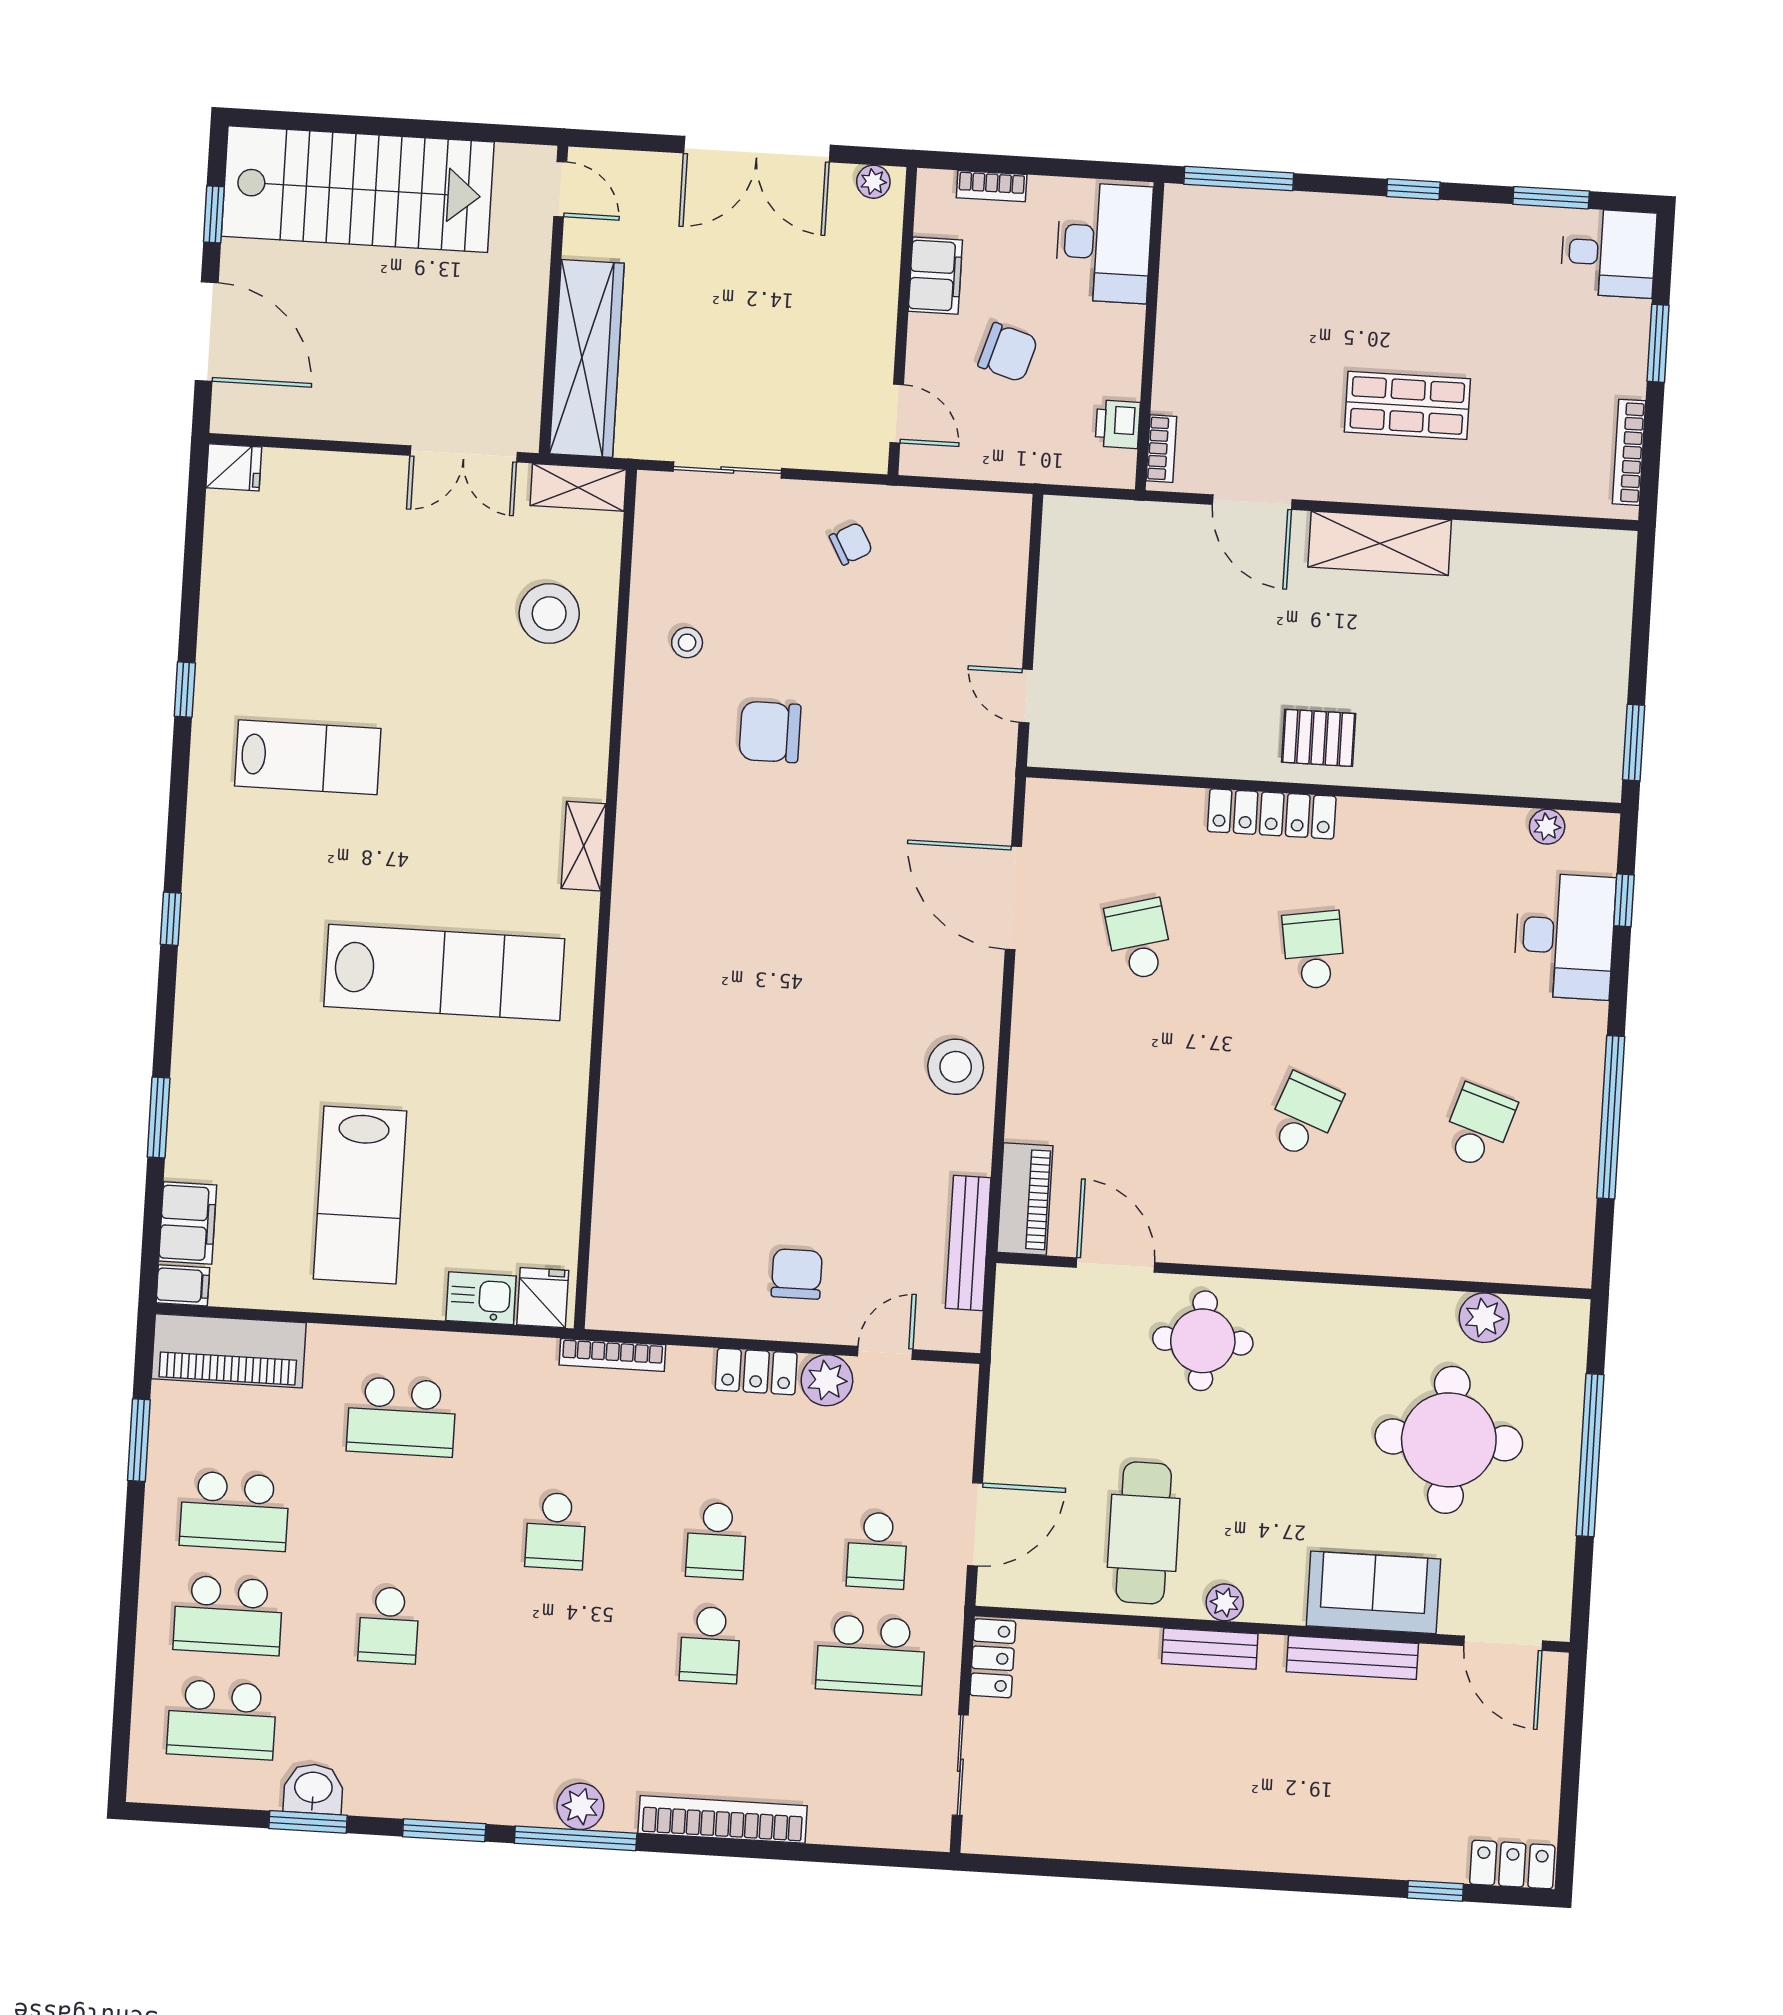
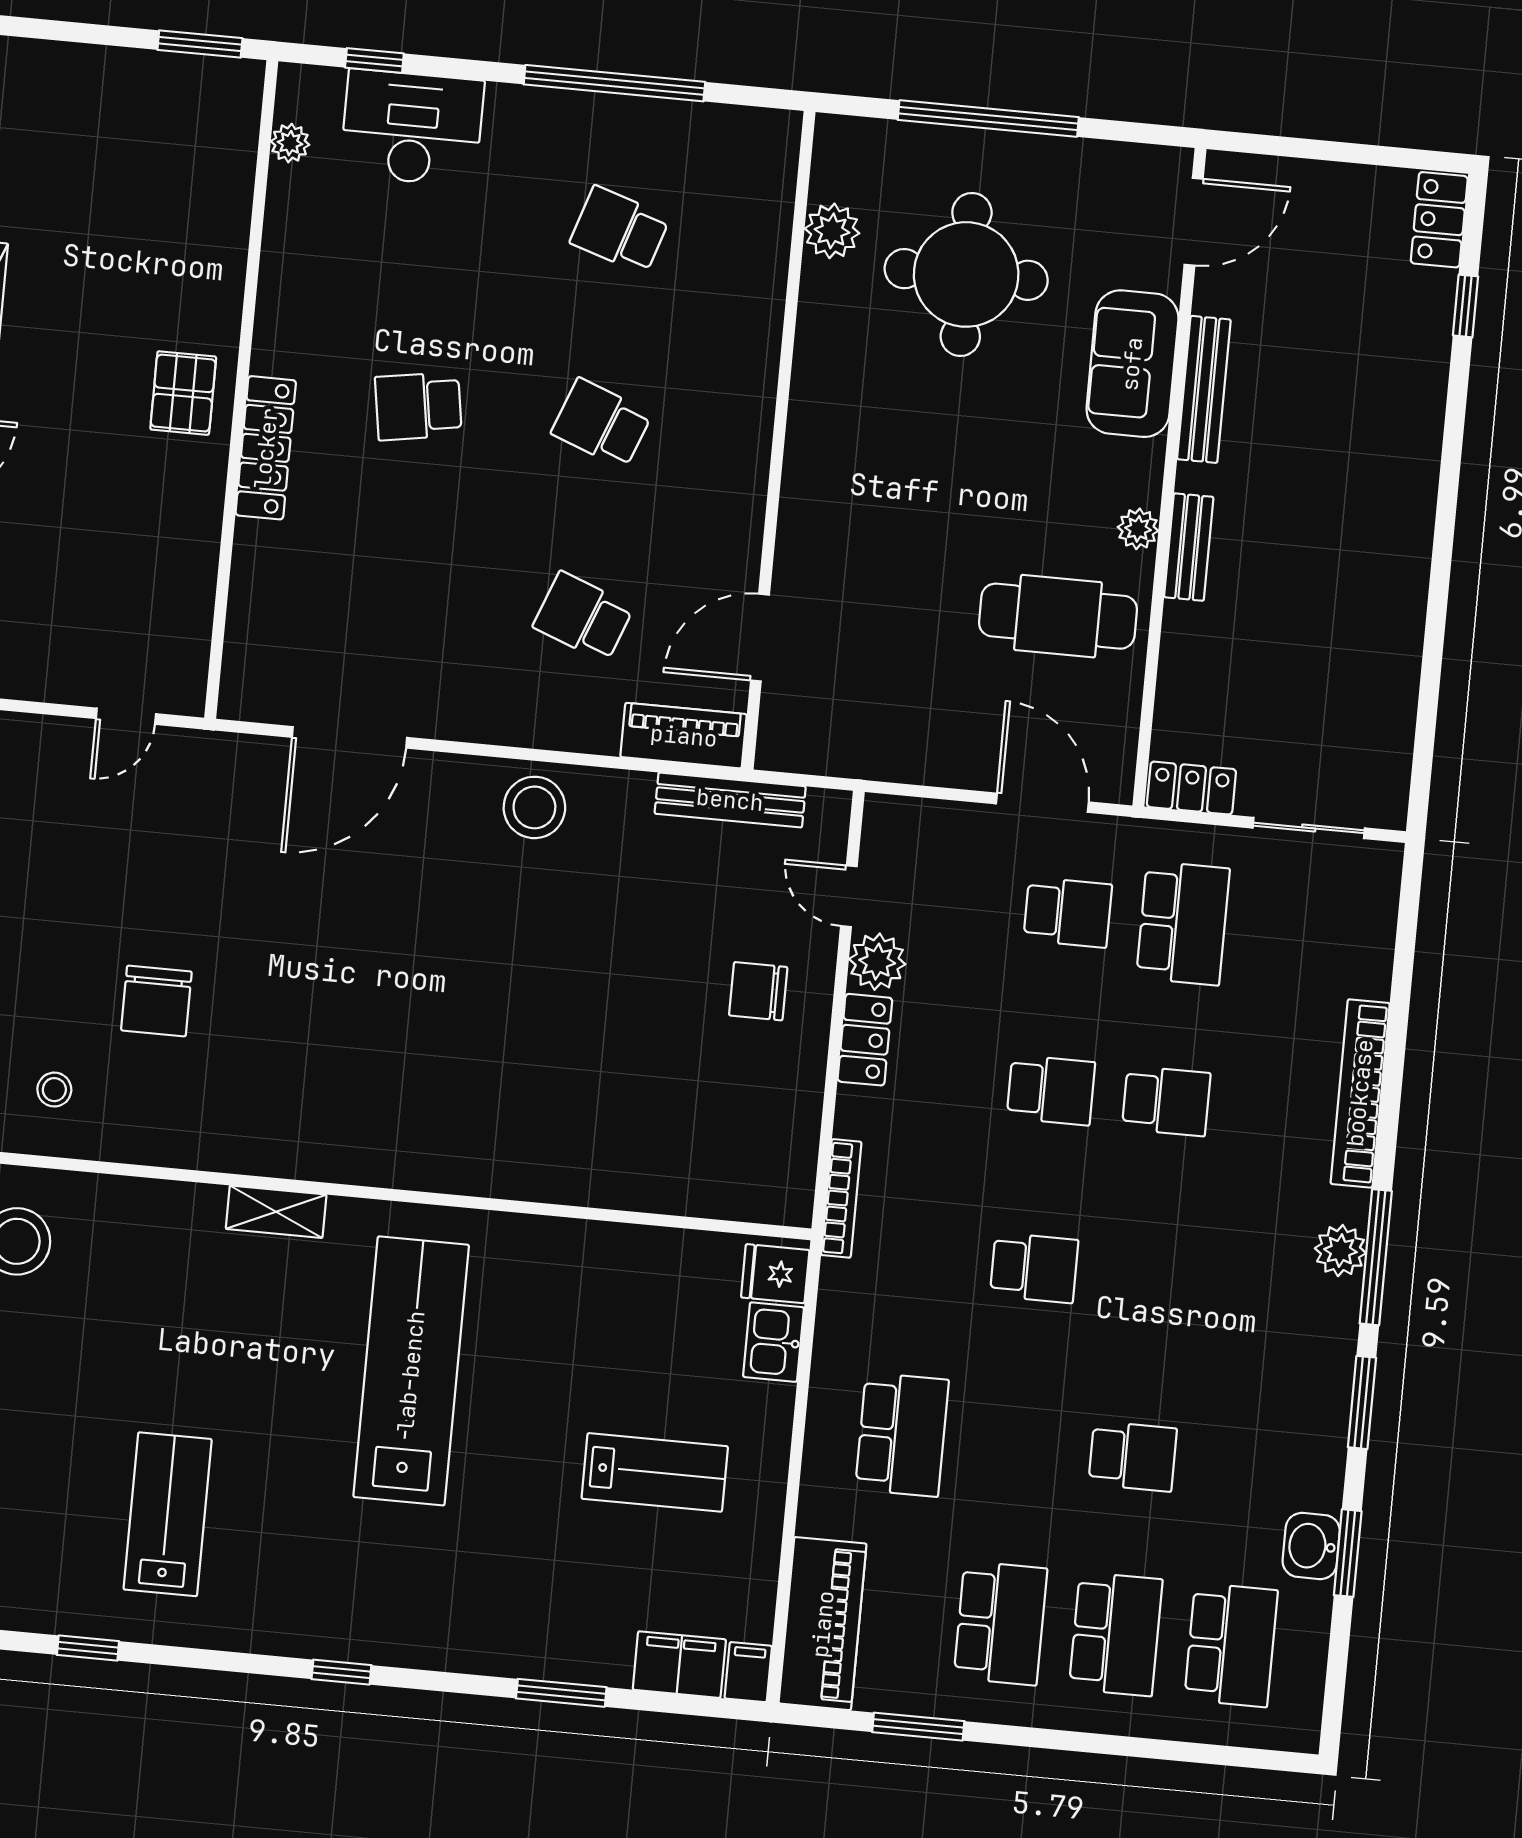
school desk: (1139, 939) -> (583, 617), moved, turned 36
lab bench: (360, 1195) -> (655, 1472), width x0.73, depth x0.72
round table: (1203, 1341) -> (847, 544), removed

